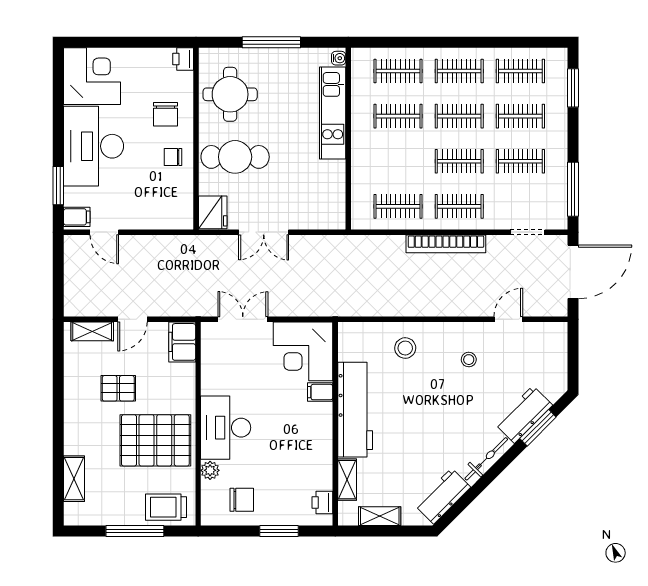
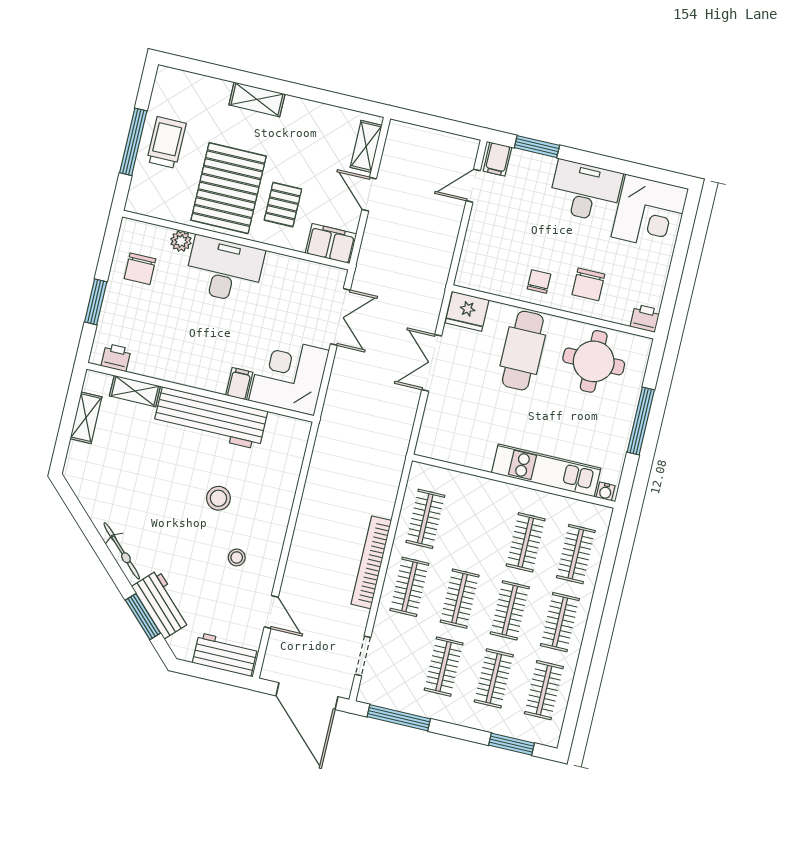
chair: (165, 114) -> (588, 284), turned -90
desk: (94, 146) -> (585, 191), width x0.73, depth x0.77
stool: (405, 348) -> (218, 498), moved
pallet: (118, 388) -> (283, 205), moved
shelving: (74, 479) -> (257, 99), moved
workbench: (443, 496) -> (225, 655), moved, turned -45
trolley: (166, 507) -> (166, 142), moved

